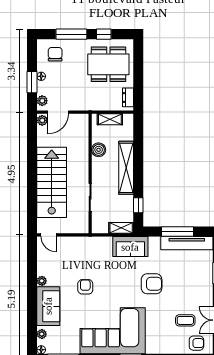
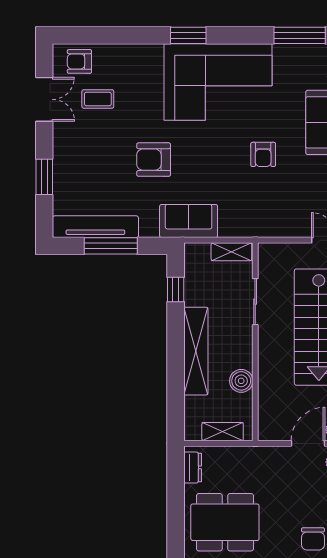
shelving: (121, 228) -> (231, 252), moved

